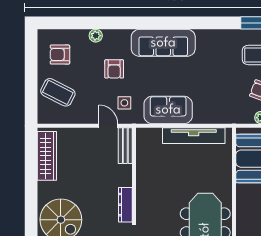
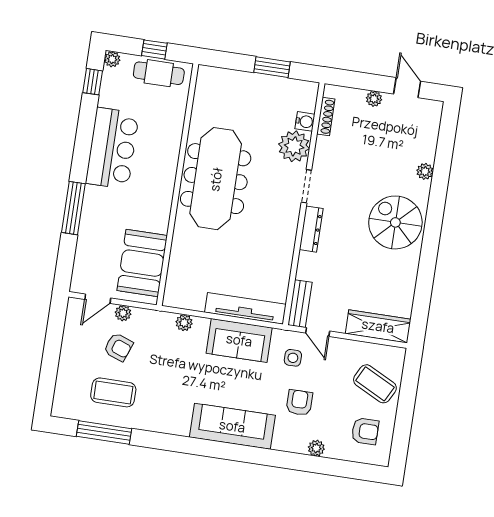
plant: (213, 117) -> (184, 323), added
tv unit: (194, 136) -> (245, 308), moved
wardrobe: (47, 156) -> (378, 326), moved, turned 90

